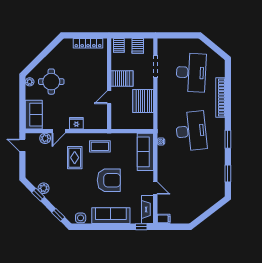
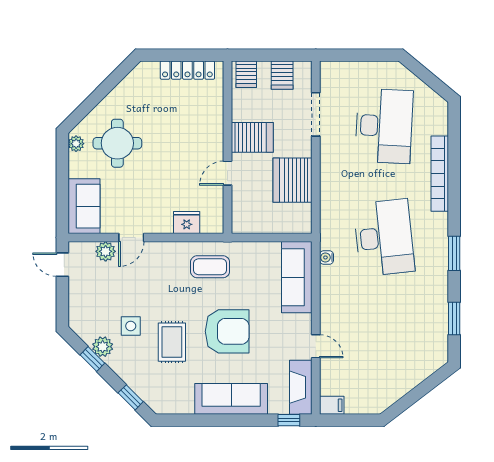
fridge: (76, 123) -> (187, 223), moved
rug: (75, 158) -> (172, 342), moved
side table: (81, 218) -> (131, 326), moved

